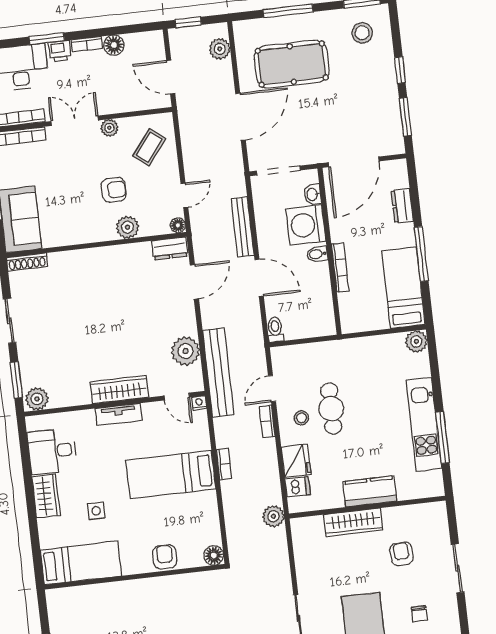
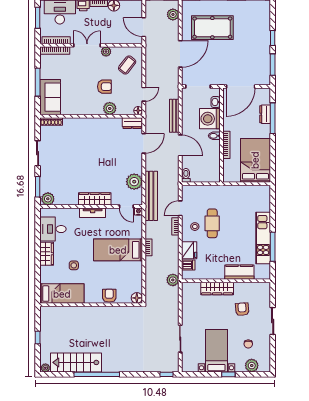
stool: (362, 33) -> (254, 15), removed
window: (421, 254) -> (273, 118), moved
bed: (403, 288) -> (255, 160), width x1.50
plant: (416, 341) -> (264, 191), removed
kitchen counter: (370, 491) -> (239, 272), moved

